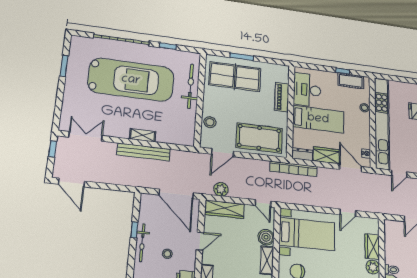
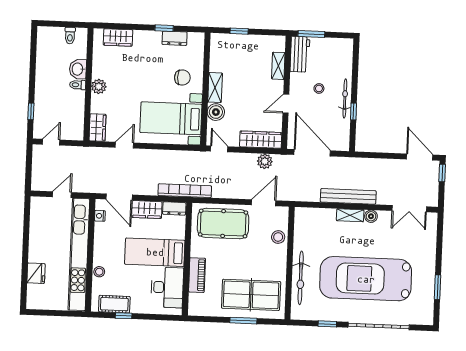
boiler: (123, 133) -> (371, 216), added
window: (53, 149) -> (442, 173), moved
wardrobe: (372, 247) -> (98, 127), moved

